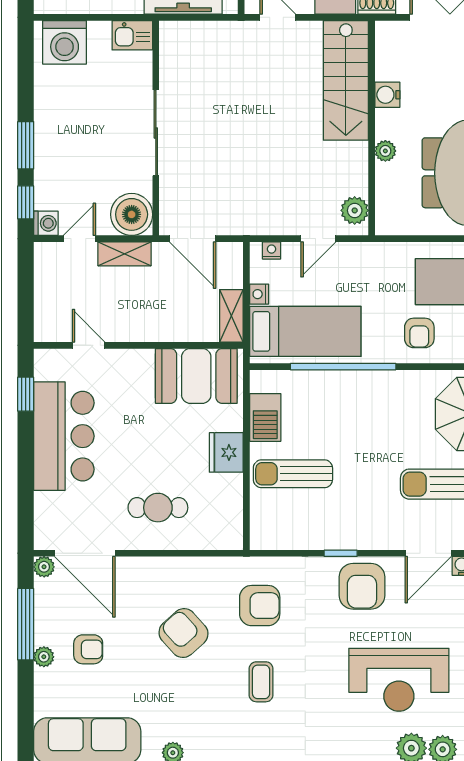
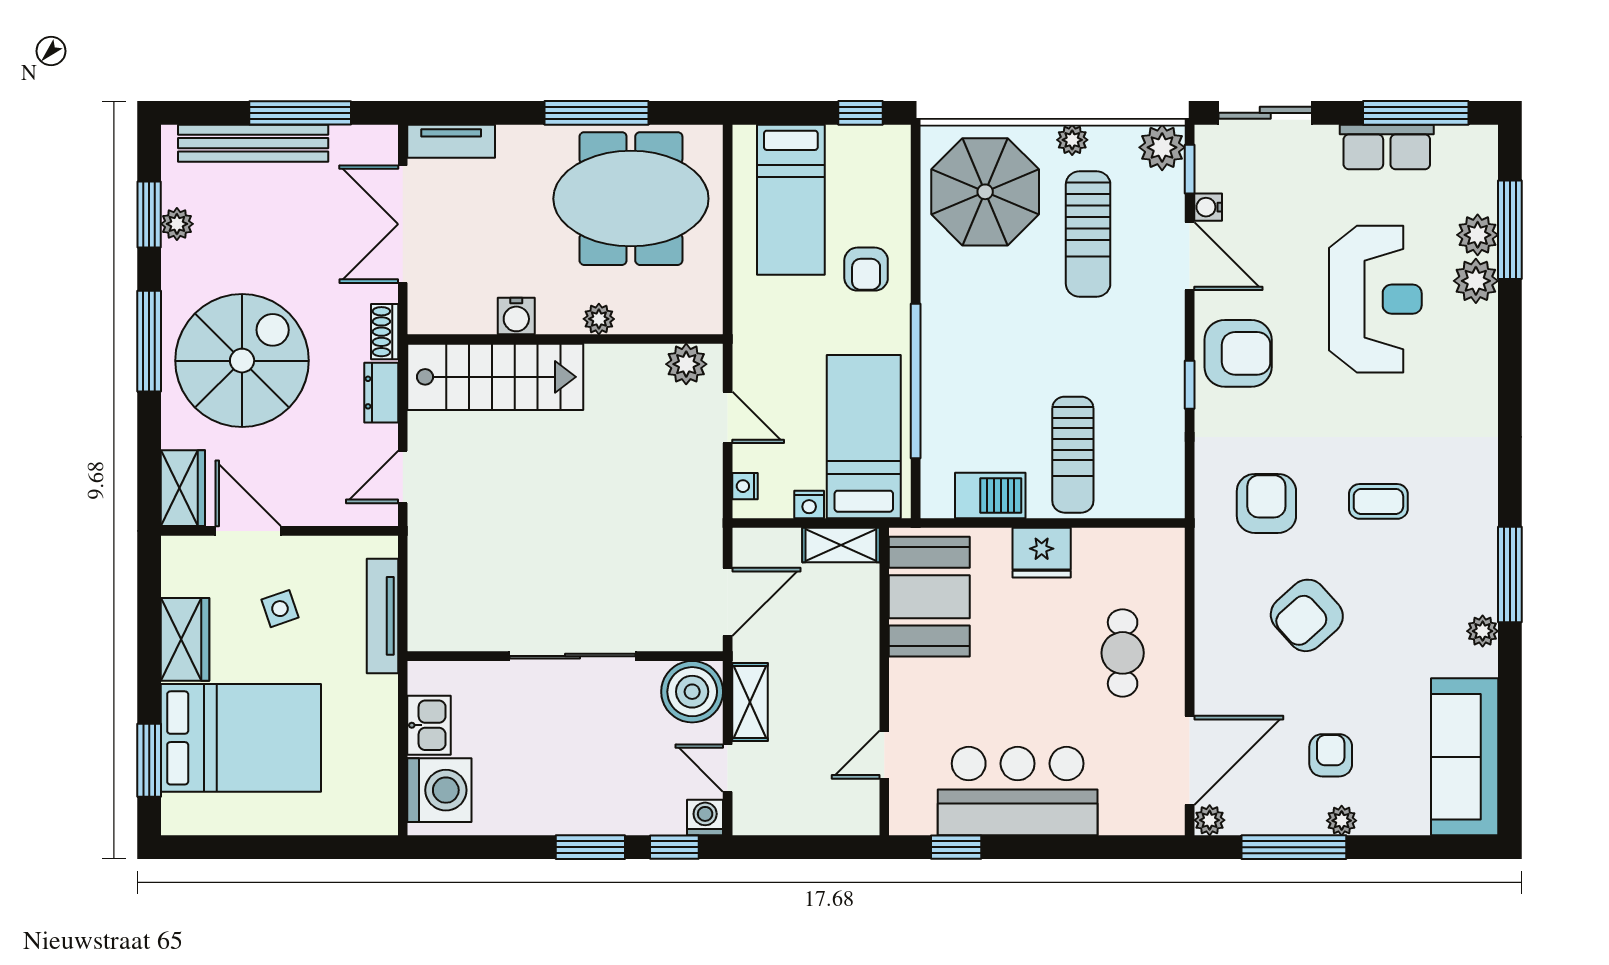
kitchen sink: (132, 35) -> (429, 725), moved
armchair: (419, 333) -> (866, 269), turned 90

